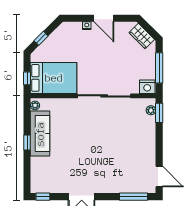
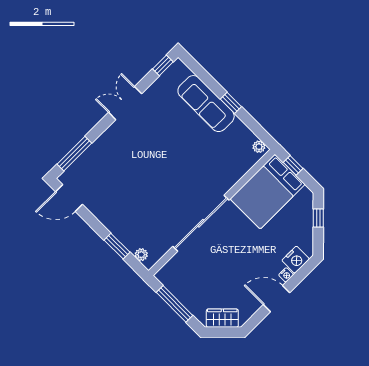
nightstand: (147, 87) -> (296, 260), moved, turned 180
window: (159, 113) -> (117, 246), moved
sofa: (40, 134) -> (206, 104), moved

